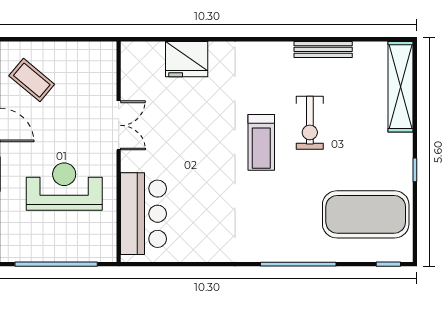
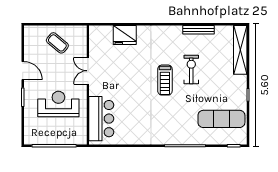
coffee table: (32, 80) -> (57, 43), moved
exercise bike: (310, 123) -> (191, 69), turned 180
double door: (119, 125) -> (88, 71), swing flipped
exercise mat: (366, 214) -> (221, 119), width x0.68

